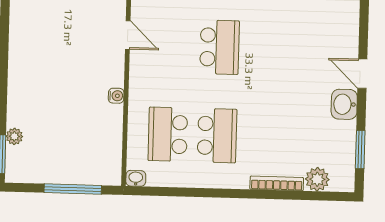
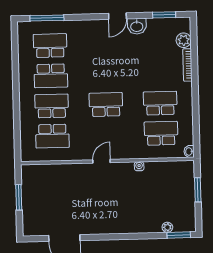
school desk: (168, 134) -> (161, 133), turned 180
window: (73, 189) -> (198, 190), width x0.69

